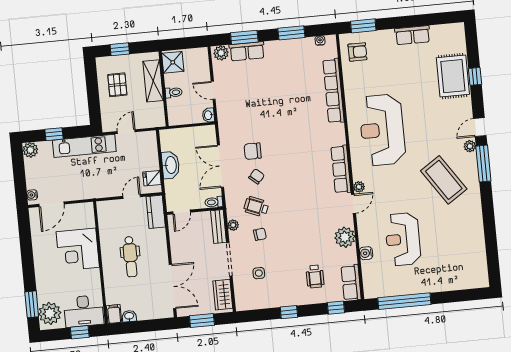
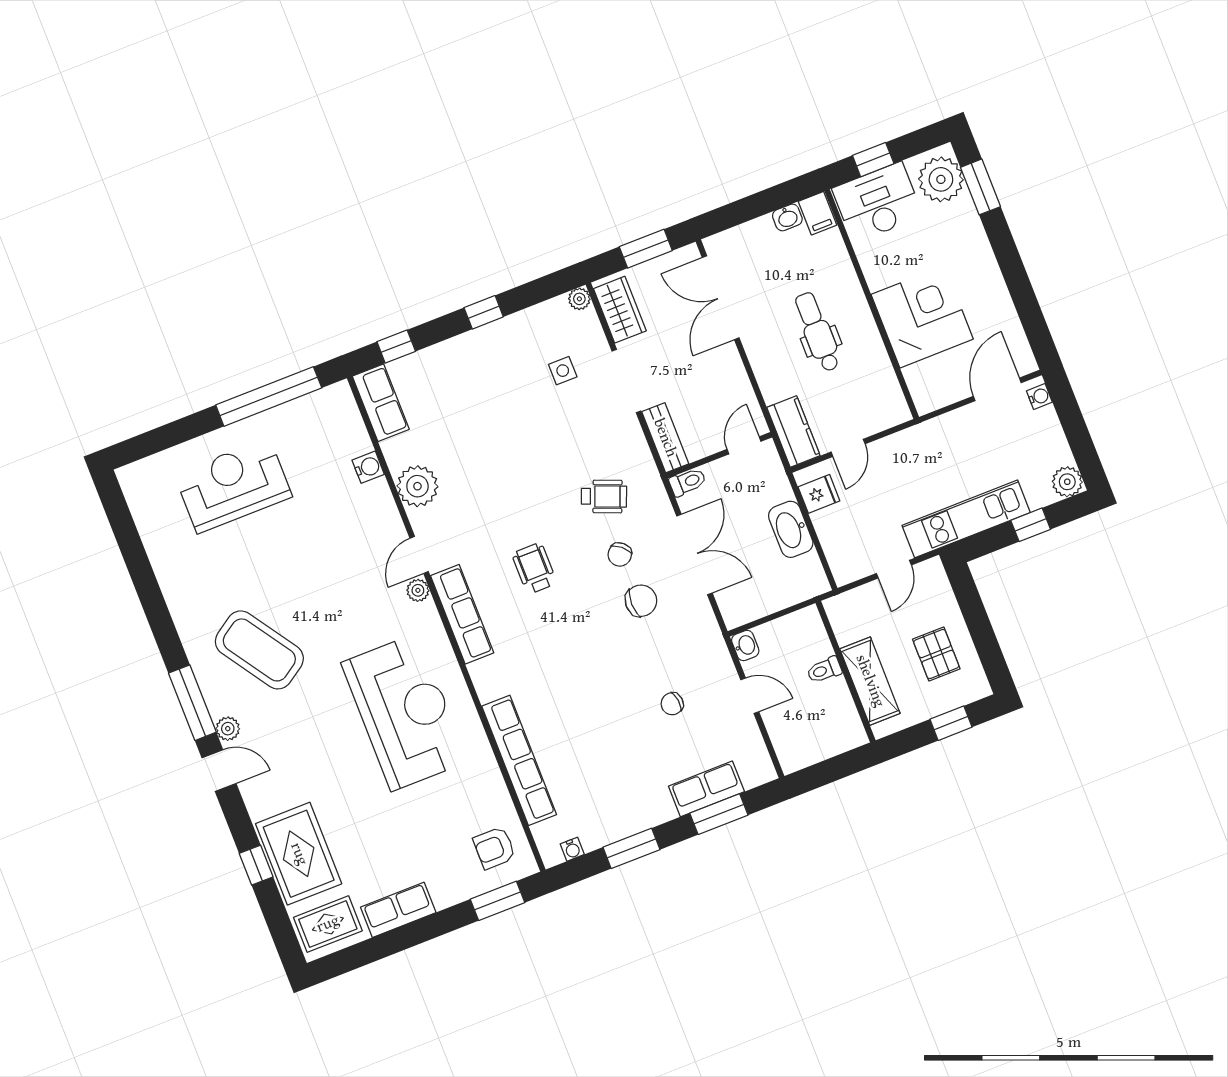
rug: (448, 38) -> (328, 924), added
plant: (221, 53) -> (755, 772), removed
shower: (173, 62) -> (842, 727), removed
door: (480, 127) -> (219, 771), hinge flipped
plant: (233, 225) -> (579, 299), moved
chair: (260, 234) -> (672, 704), moved
reception desk: (403, 239) -> (233, 486), moved, turned -90
wheelchair: (315, 276) -> (534, 568), moved

